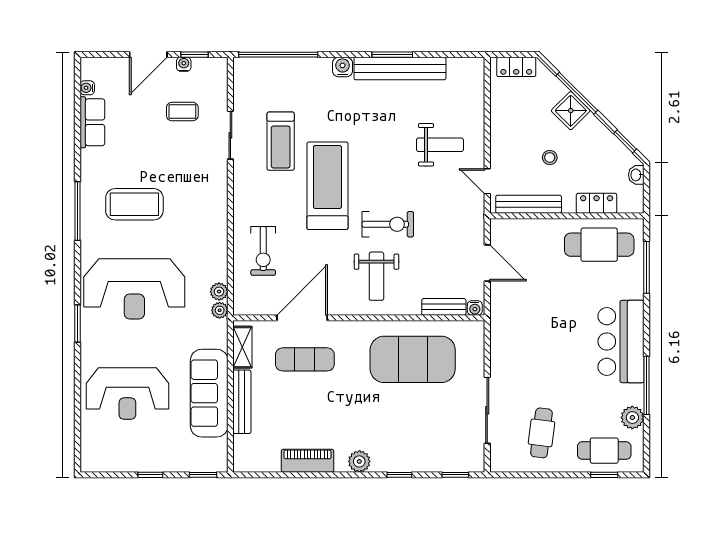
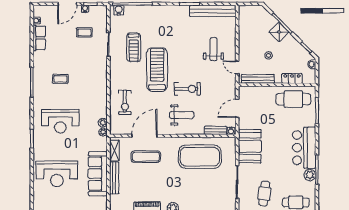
water cooler: (343, 67) -> (119, 10), moved
locker: (516, 67) -> (252, 10), removed
bench: (400, 69) -> (213, 11), moved
weight bench: (440, 145) -> (213, 49), turned -90
coffee table: (134, 204) -> (60, 79), width x0.54, depth x0.58
door: (487, 263) -> (237, 108), swing flipped
weight bench: (376, 276) -> (182, 115), turned -90
reception desk: (134, 289) -> (60, 121), width x0.74, depth x0.77
booth: (512, 339) -> (250, 146), added
plant: (632, 418) -> (310, 175), moved

